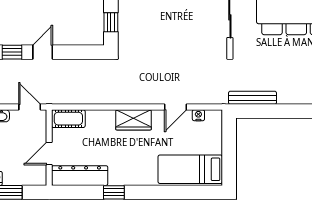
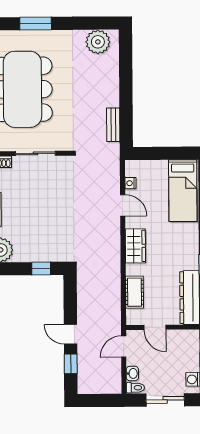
bench: (252, 98) -> (113, 125), width x0.73
cot: (68, 119) -> (135, 292), moved
door: (49, 154) -> (155, 327), moved

